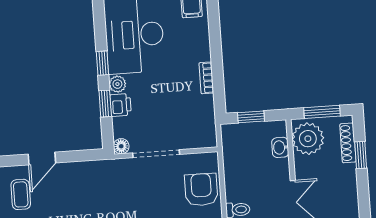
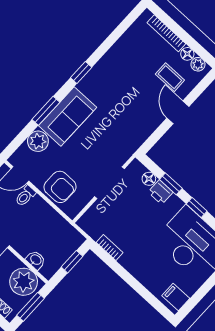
bookcase: (206, 78) -> (110, 248), moved
plant: (117, 84) -> (175, 203), removed
floor lamp: (121, 146) -> (149, 179), moved

